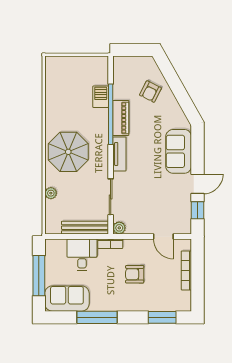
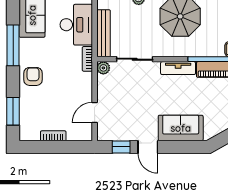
desk: (82, 255) -> (76, 25), width x1.37
bookcase: (186, 270) -> (53, 136), width x0.64
armchair: (135, 274) -> (33, 76), moved

